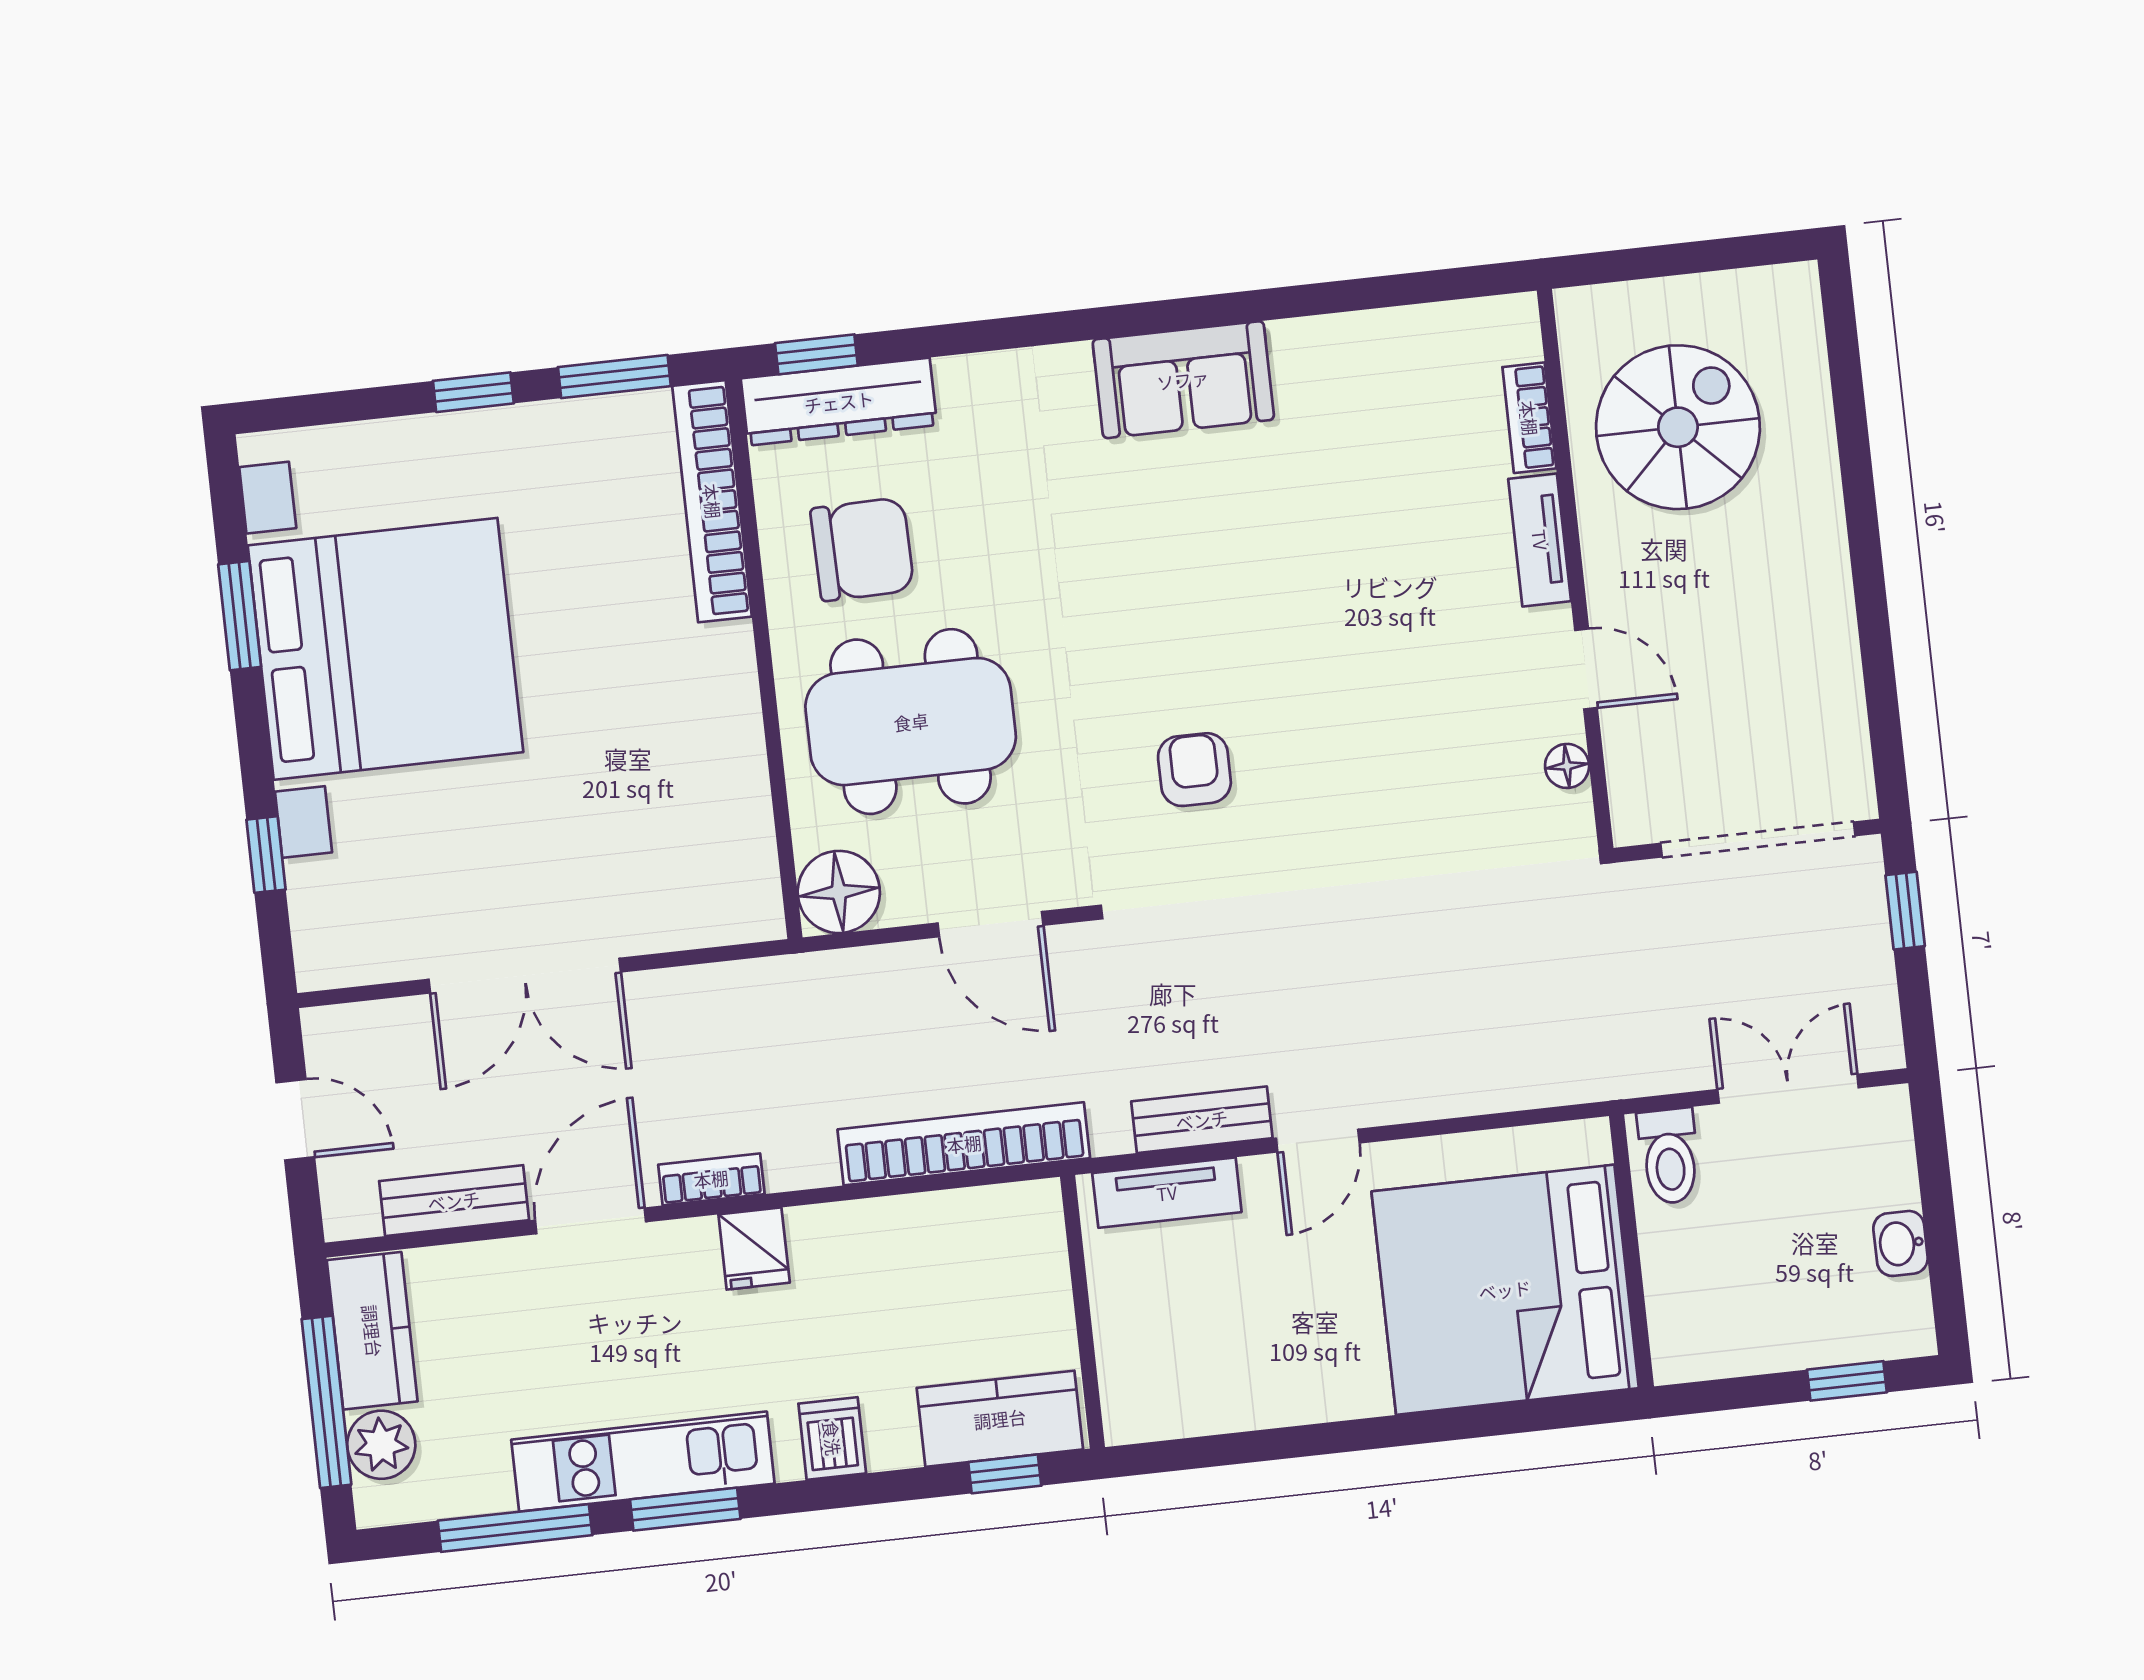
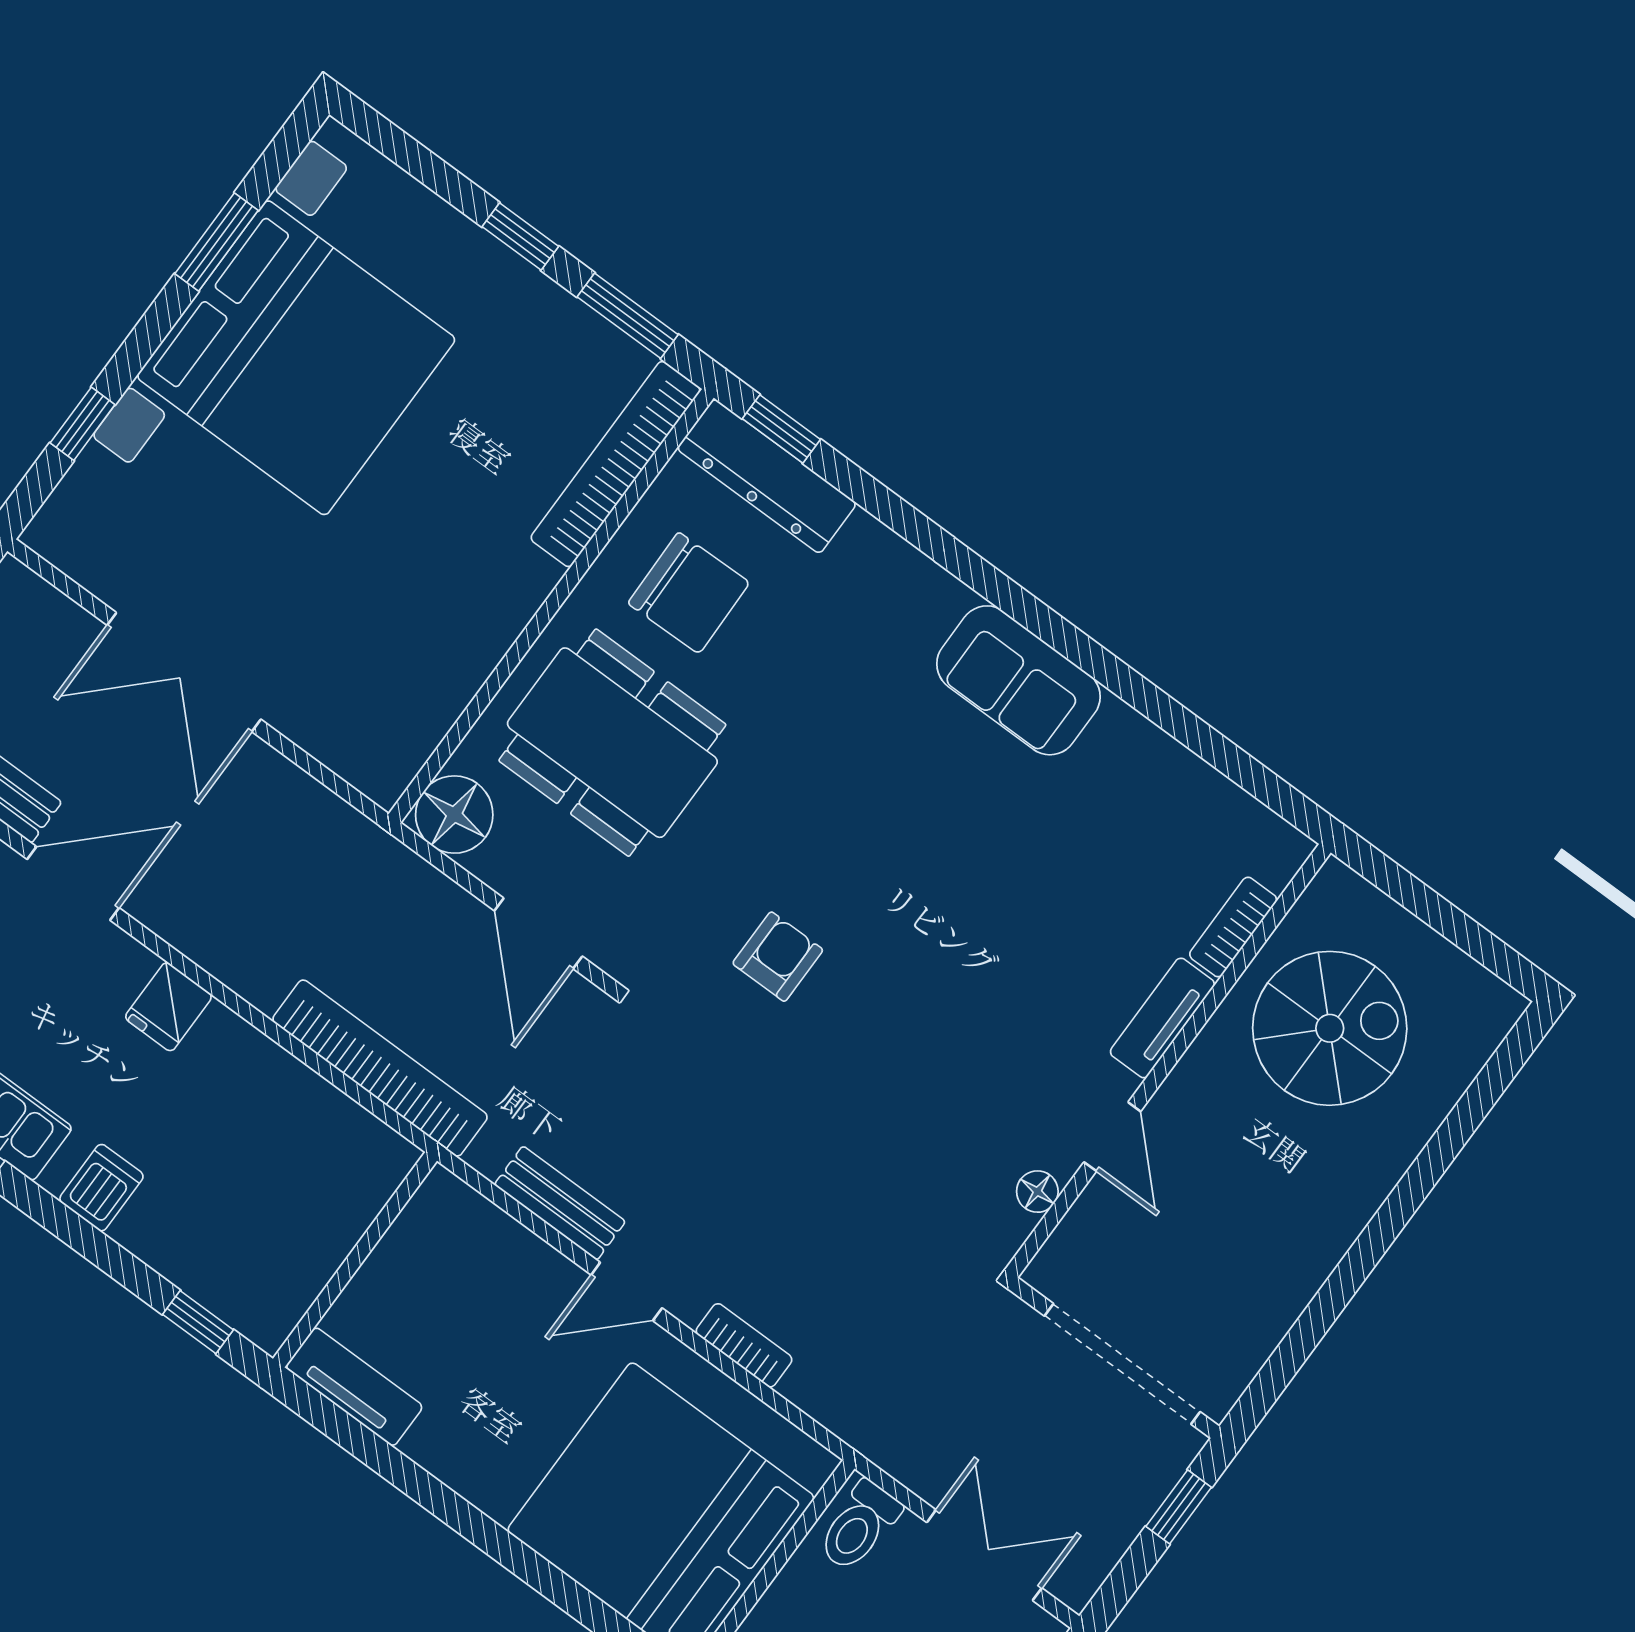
bookcase: (711, 1179) -> (744, 1345), moved
tv unit: (1167, 1193) -> (354, 1387), moved, turned 180
kitchen counter: (1000, 1419) -> (230, 1281), removed

